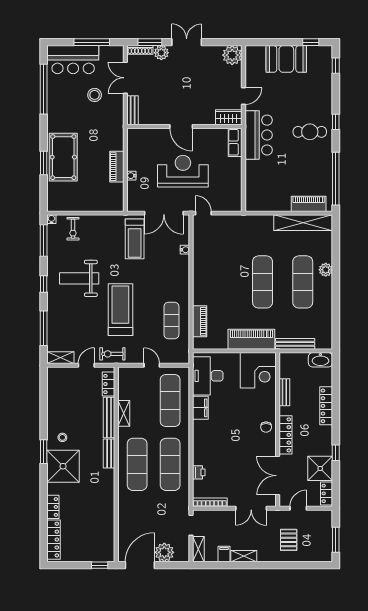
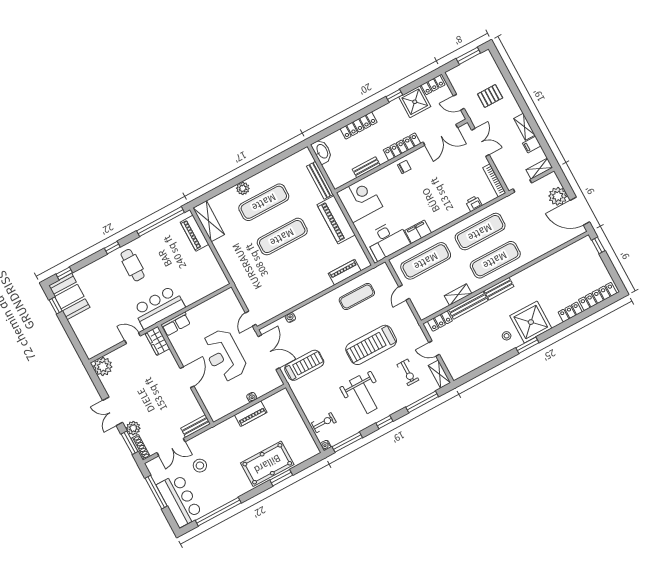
booth: (286, 59) -> (69, 296), moved
shelving: (303, 223) -> (209, 221), width x0.68
exercise bike: (112, 354) -> (408, 372), moved

